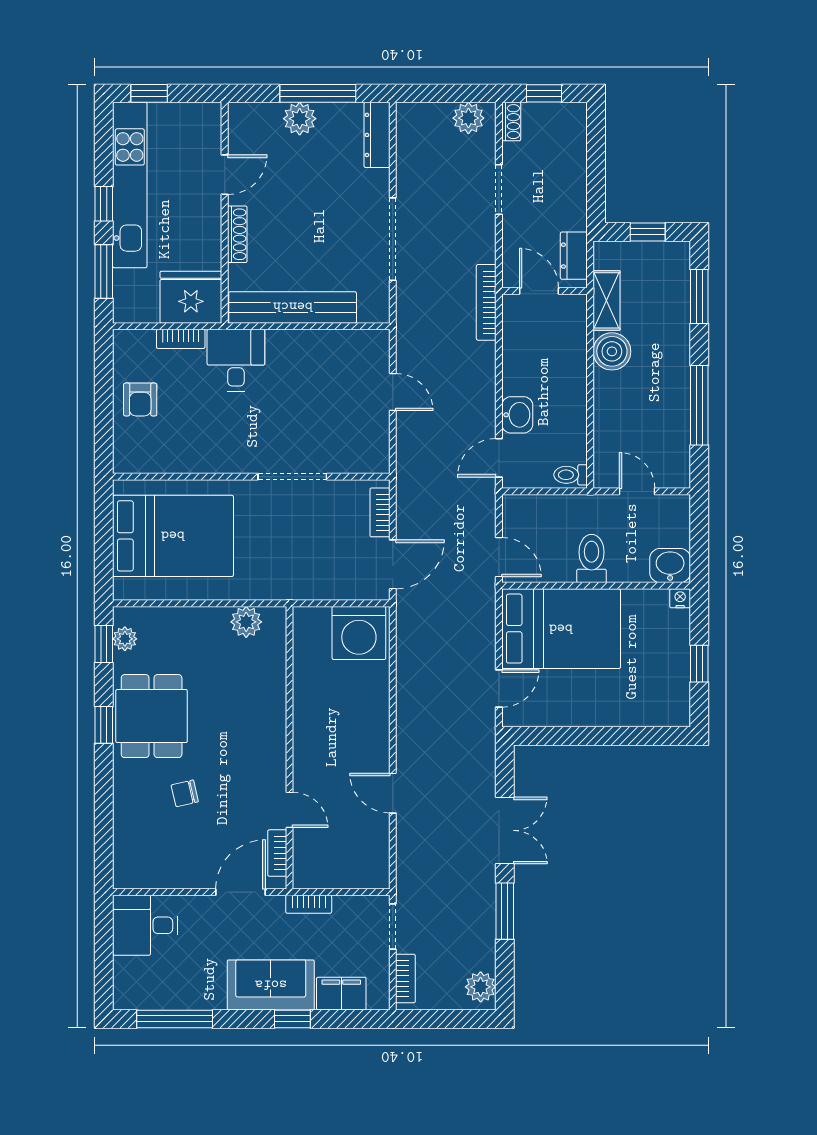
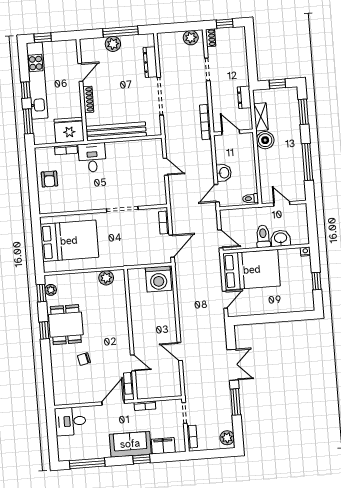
dresser: (377, 135) -> (150, 62), moved
door: (539, 291) -> (231, 133), moved
wall: (544, 291) -> (233, 132), moved
washbasin: (670, 566) -> (281, 238), moved

